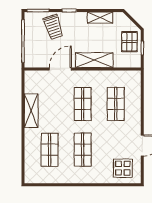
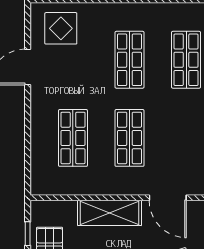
door: (60, 69) -> (168, 198), hinge flipped

